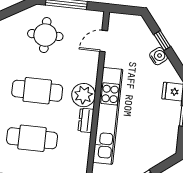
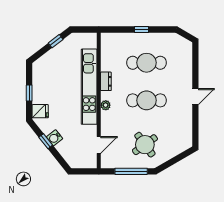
round table: (45, 35) -> (145, 145), turned -36
window: (162, 41) -> (46, 141), moved
plant: (84, 95) -> (106, 105), width x0.53, depth x0.53

